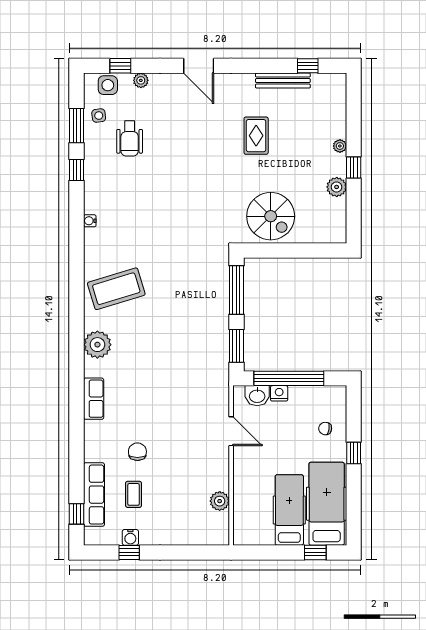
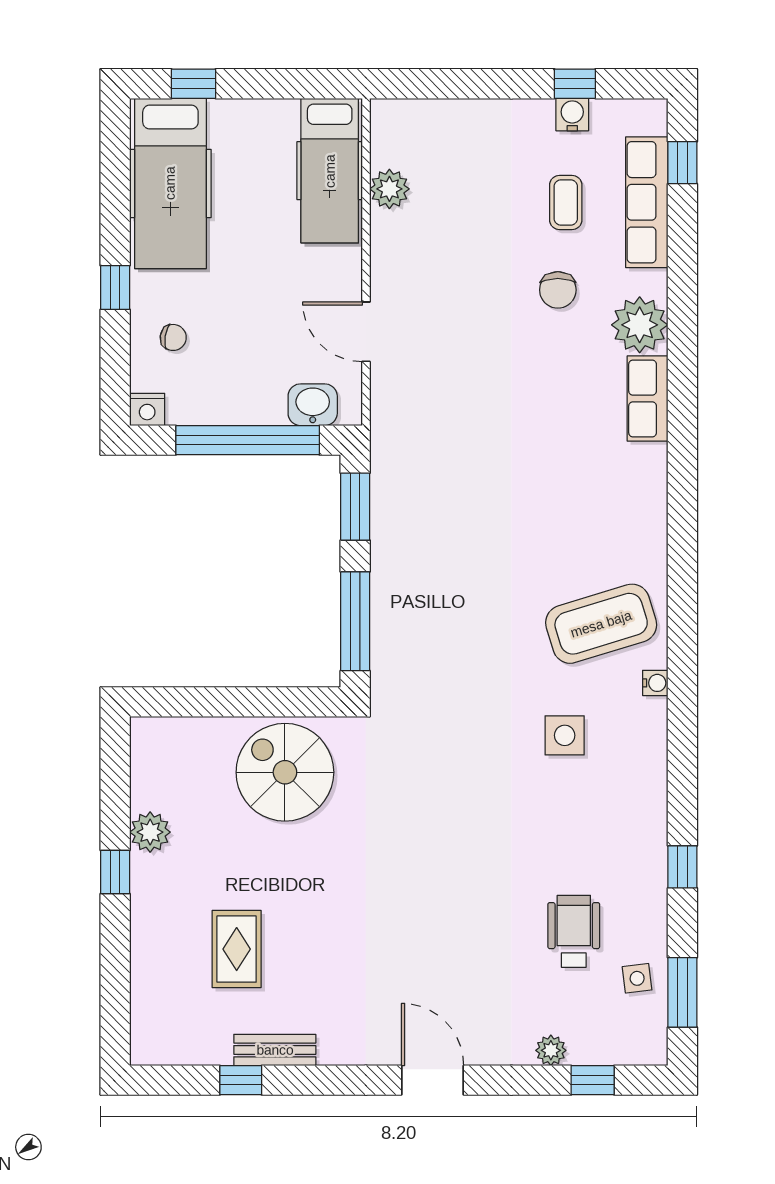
window: (308, 66) -> (241, 1080), moved
bench: (283, 81) -> (275, 1050), width x0.73
side table: (108, 85) -> (565, 735), moved
window: (77, 126) -> (682, 992), moved
rug: (256, 136) -> (237, 949), moved
plant: (340, 146) -> (143, 916), removed
water cooler: (90, 221) -> (655, 683), moved
plant: (97, 345) -> (640, 325), moved
nightstand: (279, 393) -> (147, 409), moved
hospital bed: (289, 510) -> (330, 171), moved

